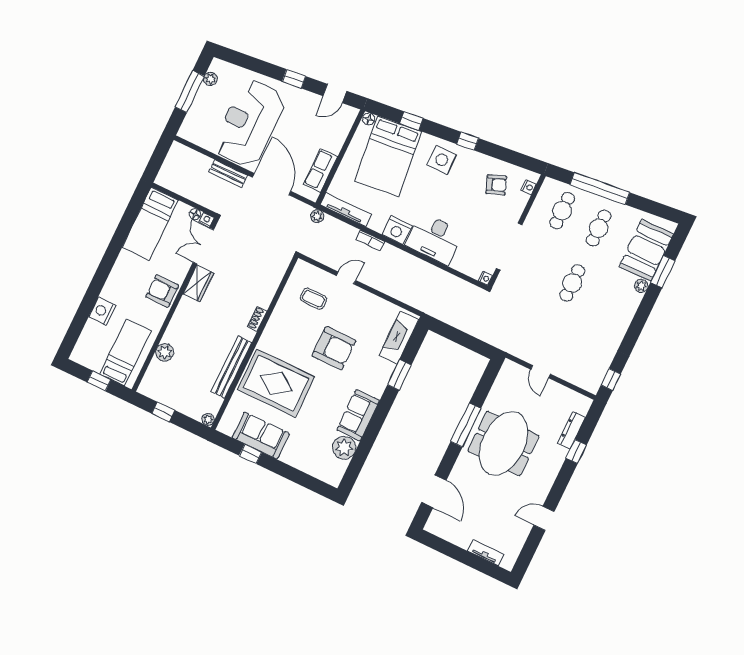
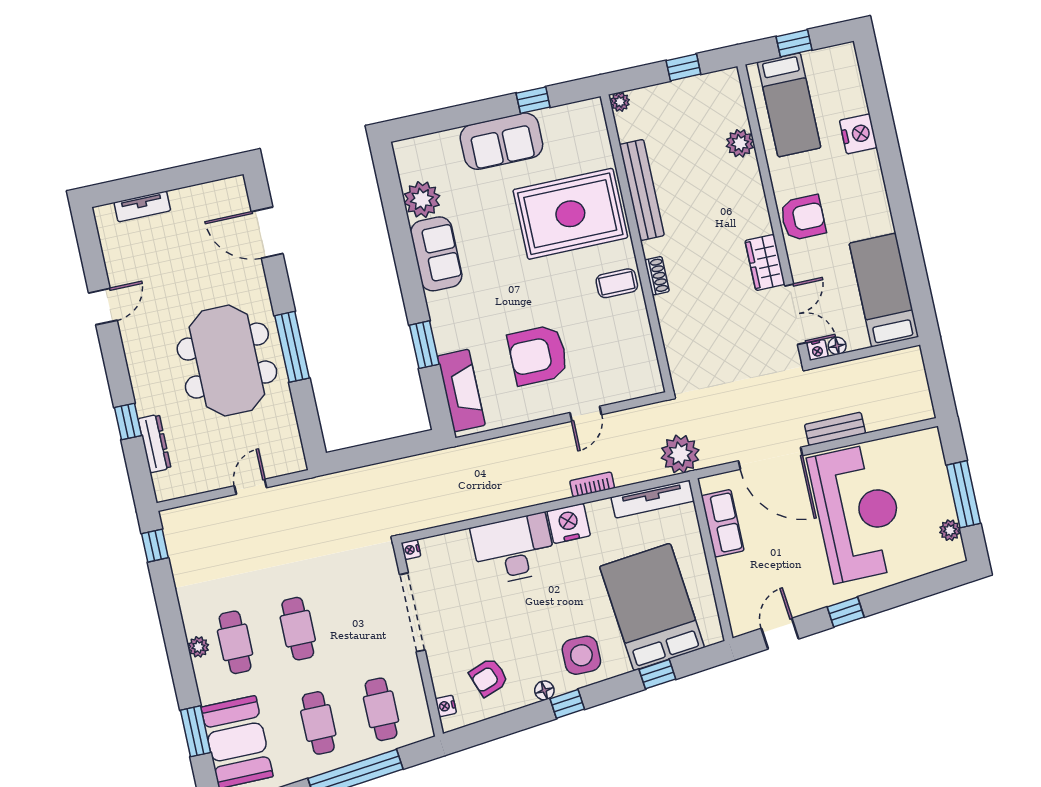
floor lamp: (369, 119) -> (544, 690), moved
plant: (317, 216) -> (680, 454), width x1.88, depth x1.88
plant: (641, 286) -> (198, 647), moved
coffee table: (313, 299) -> (617, 283), moved
cafe table: (609, 300) -> (235, 642), added
armchair: (334, 348) -> (538, 355), moved
door: (541, 372) -> (251, 487), hinge flipped
sofa: (261, 435) -> (501, 141), moved

